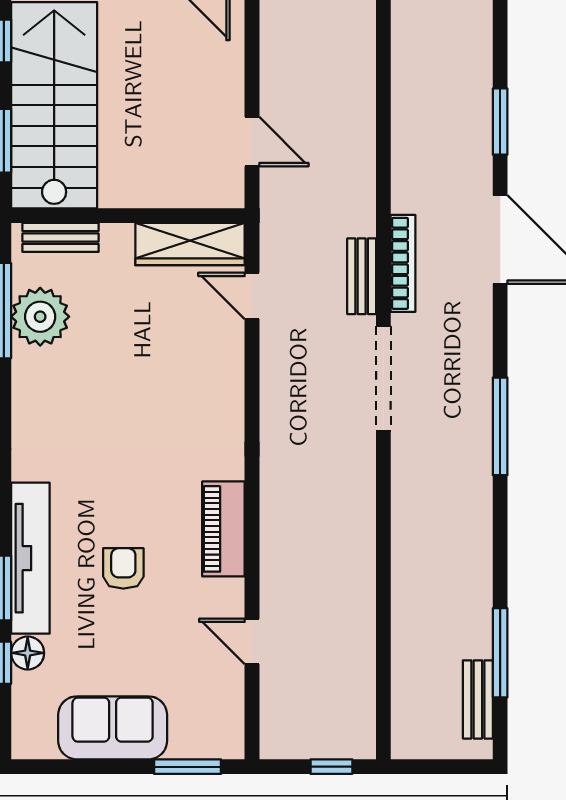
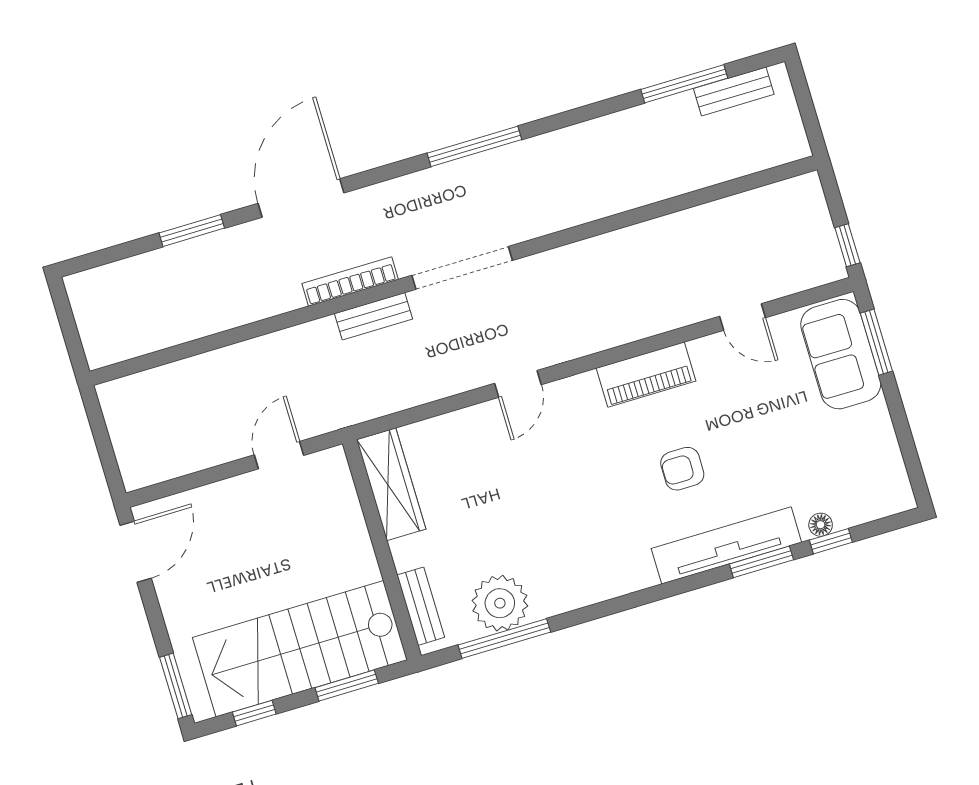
door: (252, 296) -> (518, 384), moved
armchair: (123, 568) -> (682, 469), moved
door: (252, 641) -> (742, 317), hinge flipped
floor lamp: (28, 653) -> (821, 525), width x0.73, depth x0.73
sofa: (113, 728) -> (841, 354), moved
window: (331, 767) -> (847, 245), moved

